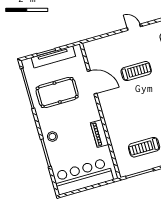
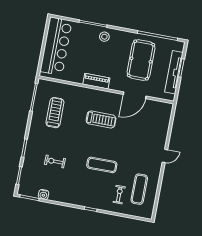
treadmill: (136, 71) -> (101, 120), moved, turned -90
piano: (99, 134) -> (96, 81), moved

